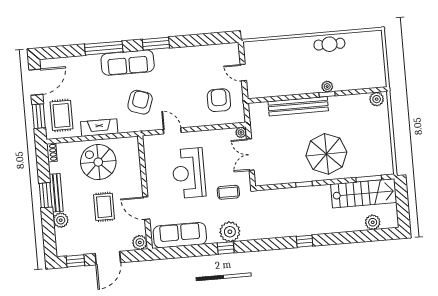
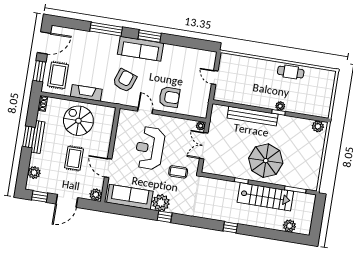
sofa: (128, 63) -> (141, 49), moved
armchair: (219, 100) -> (169, 97), moved, turned 90
stairs: (364, 193) -> (265, 197), moved
plant: (61, 220) -> (34, 173), moved
plant: (230, 232) -> (161, 203), moved

